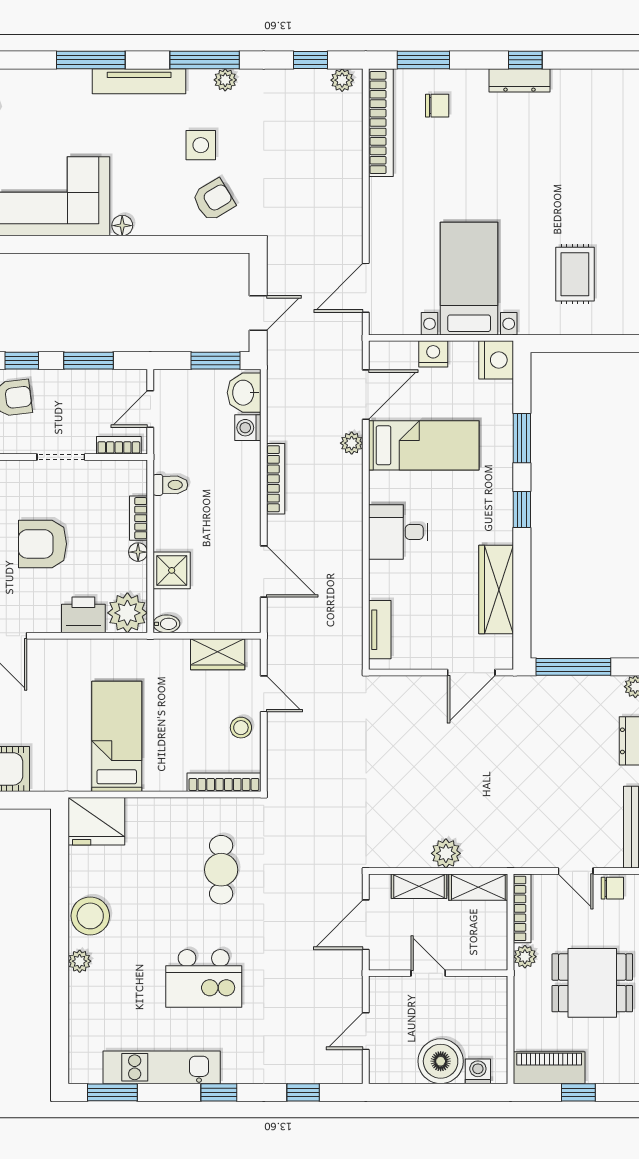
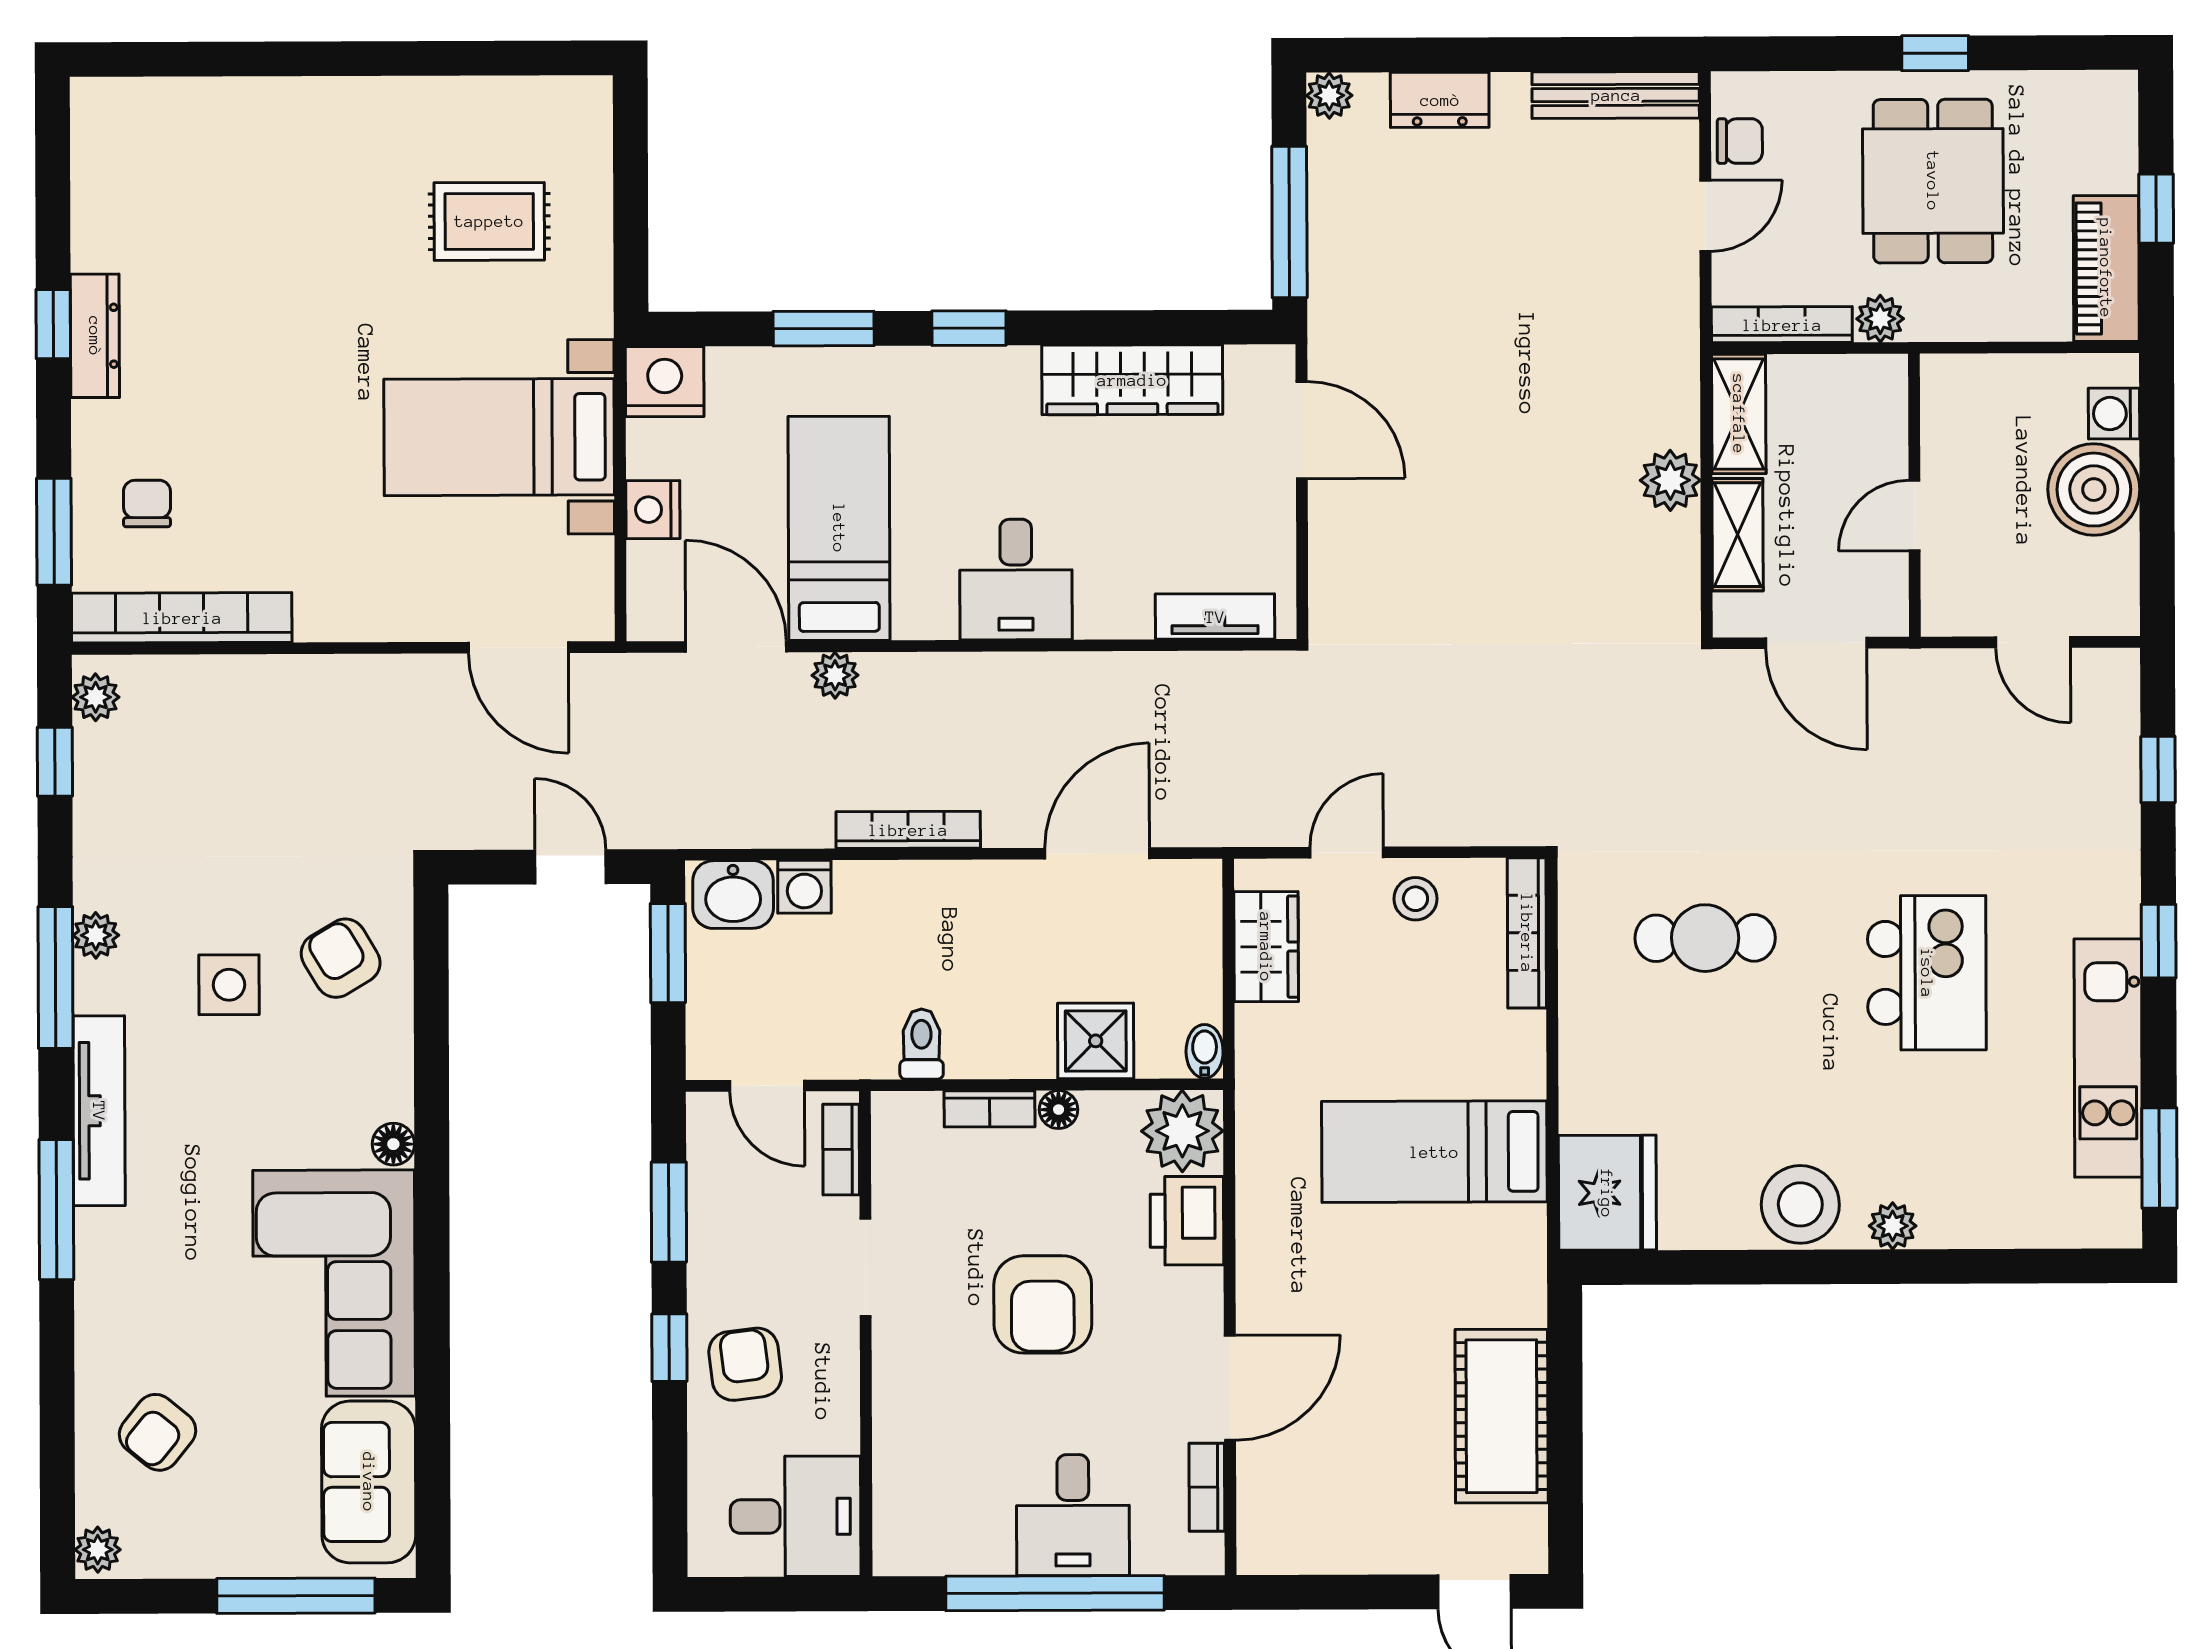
chair: (612, 888) -> (1740, 141), turned 90

